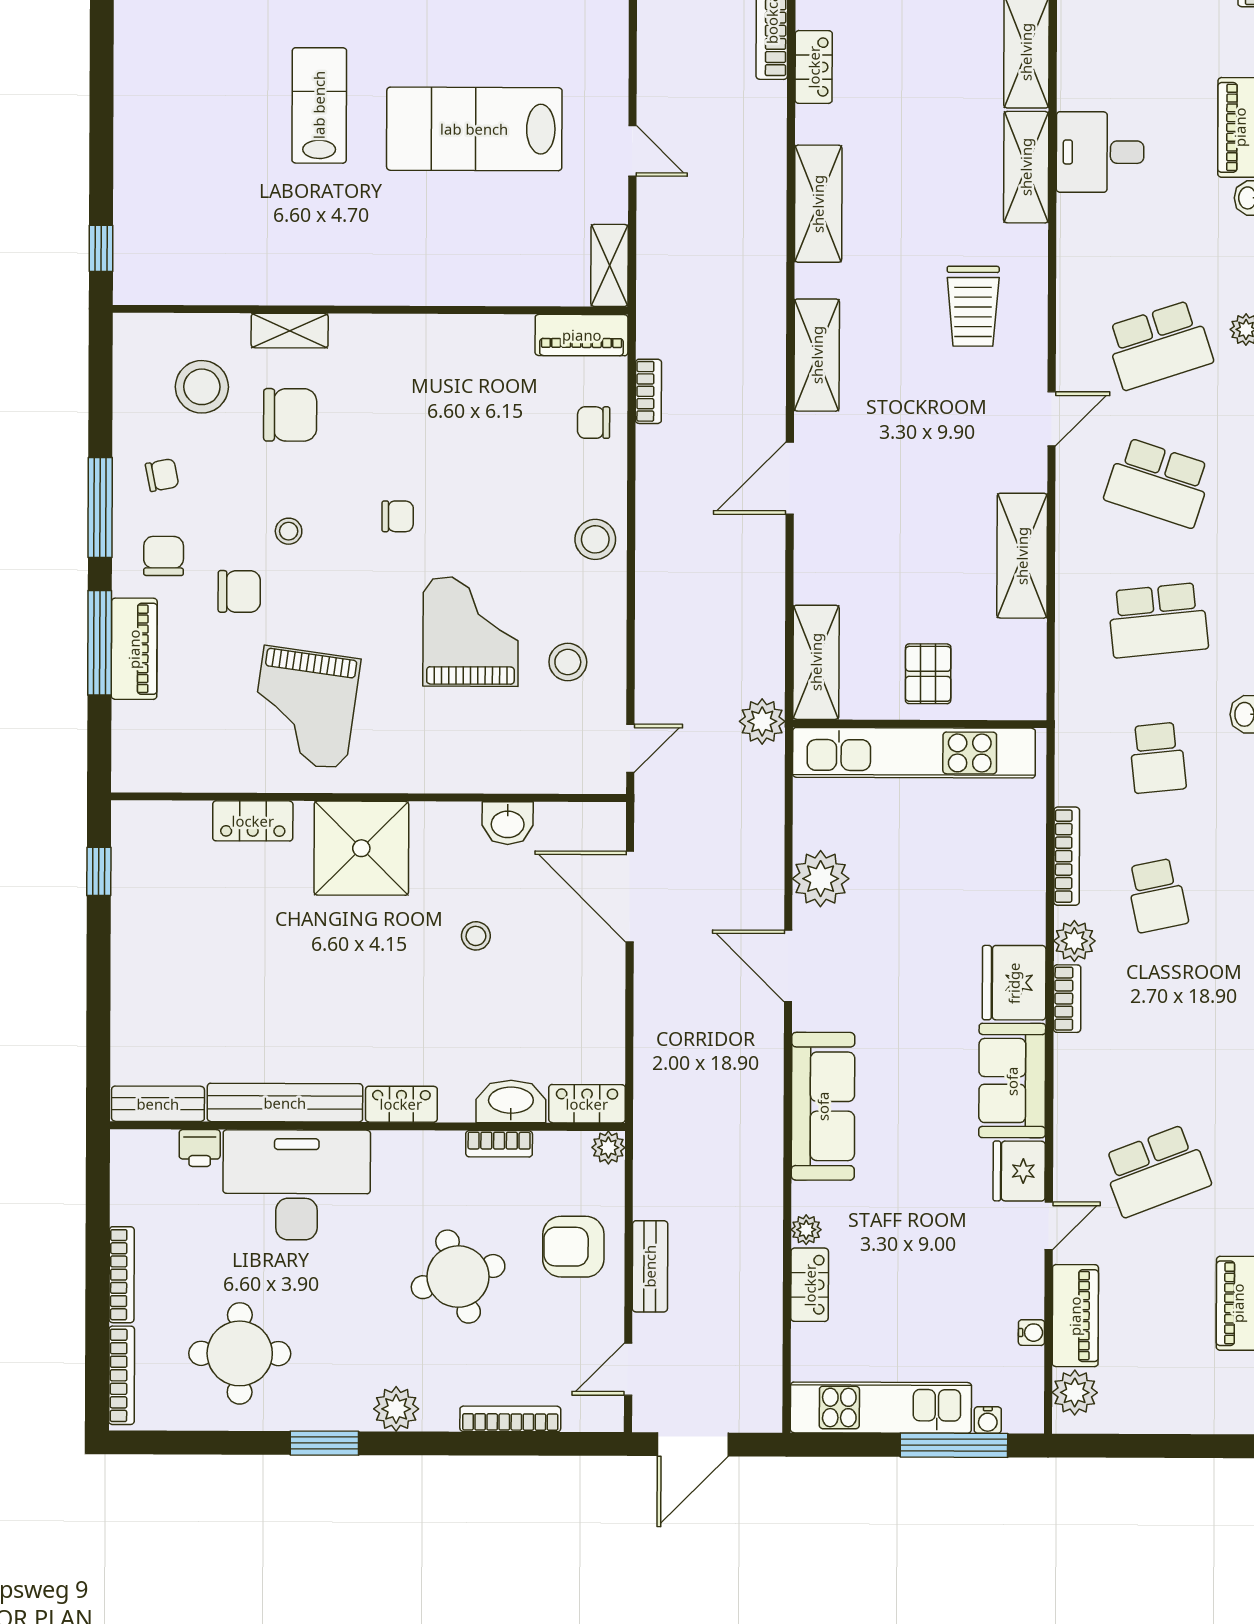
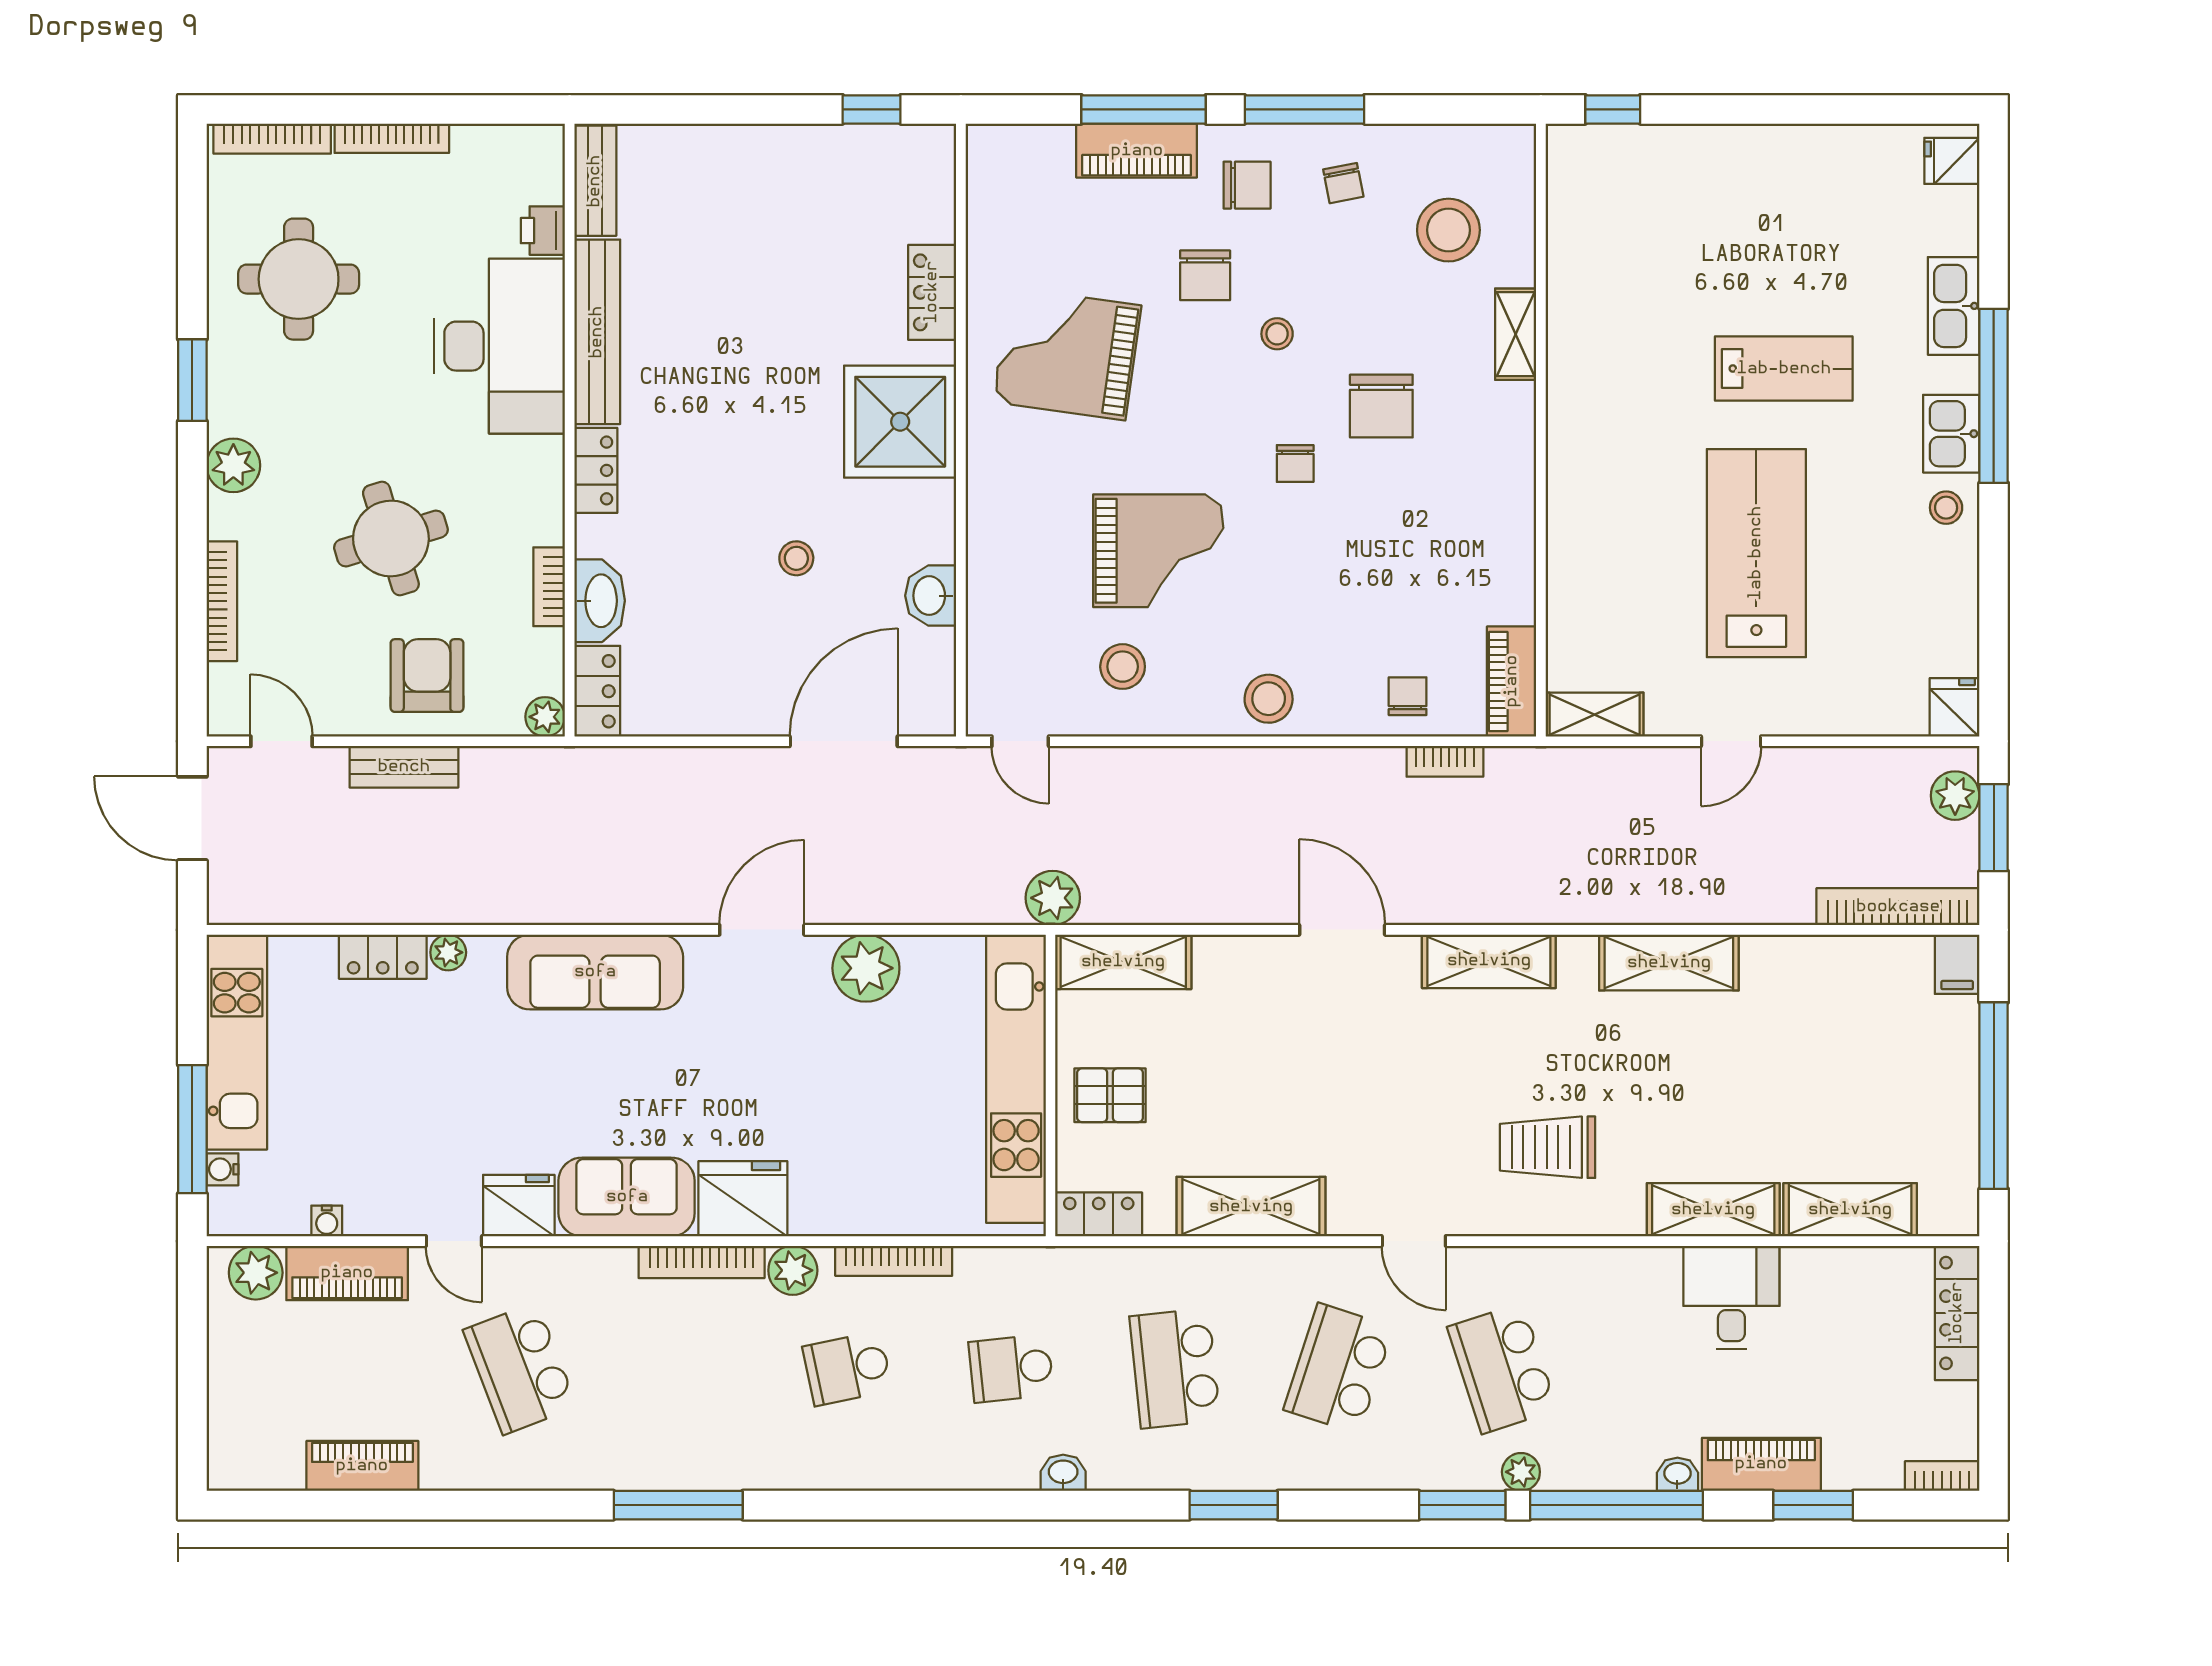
locker: (814, 67) -> (1099, 1214), moved, turned 180
chair: (290, 415) -> (1381, 406), moved
bookcase: (1067, 999) -> (702, 1262), width x1.56

